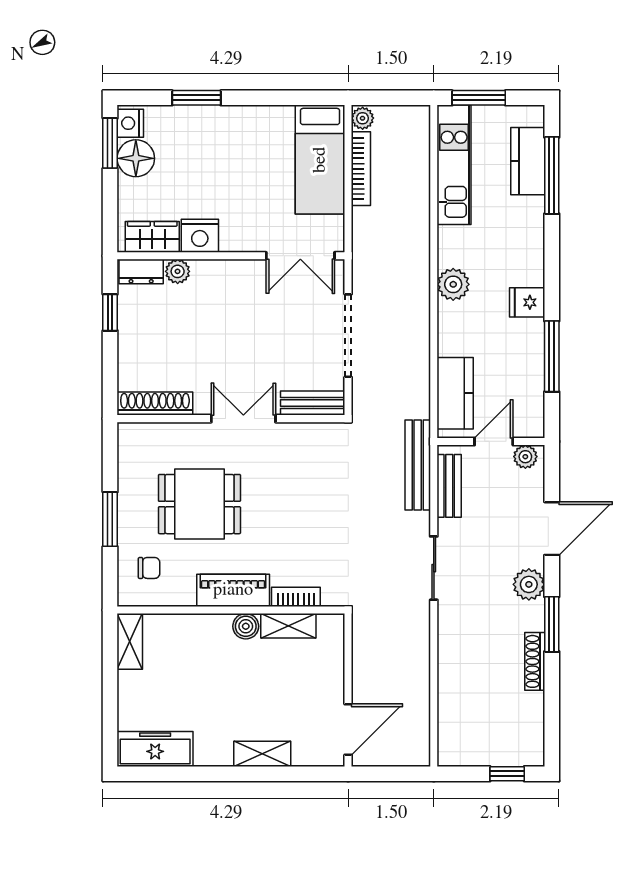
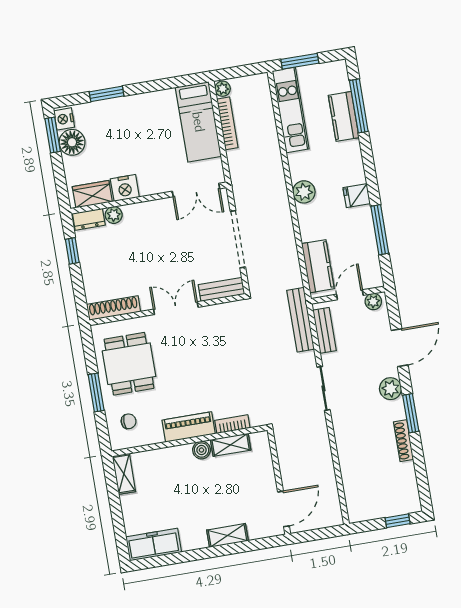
kitchen counter: (528, 161) -> (344, 116), moved
dining table: (199, 504) -> (129, 364), moved, turned 90

